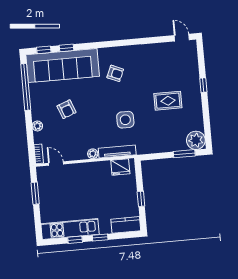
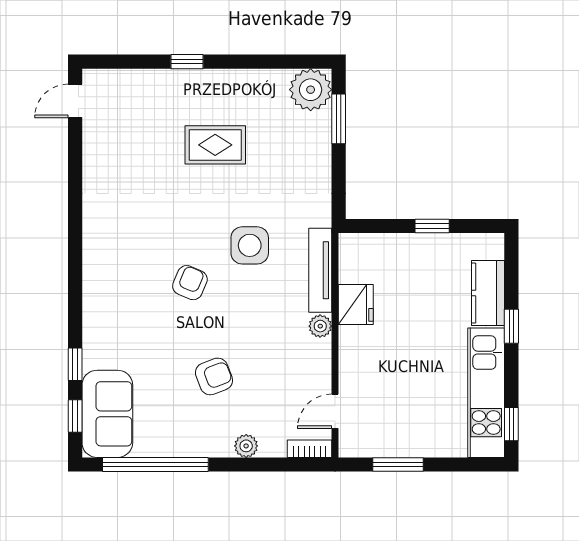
sofa: (63, 66) -> (107, 414), width x0.54, depth x0.79
armchair: (115, 73) -> (190, 283), moved
rug: (168, 101) -> (215, 145), turned 90
fridge: (120, 167) -> (356, 304), moved
kitchen counter: (126, 225) -> (488, 293), moved
window: (75, 240) -> (511, 424), moved

